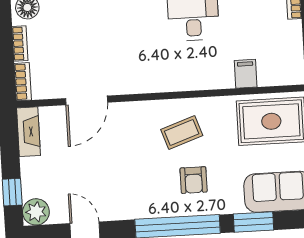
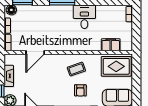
filing cabinet: (246, 74) -> (111, 45), width x2.00
fireplace: (29, 132) -> (9, 76), moved

